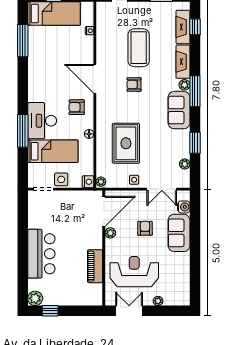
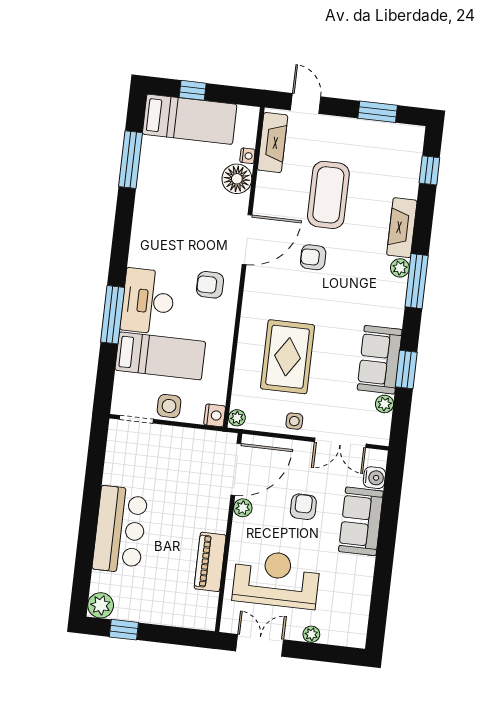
fireplace: (183, 27) -> (273, 143), moved, turned 180
door: (95, 79) -> (247, 240), swing flipped
sofa: (179, 110) -> (380, 360), moved
floor lamp: (89, 134) -> (237, 179), moved, width x1.89, depth x1.89

